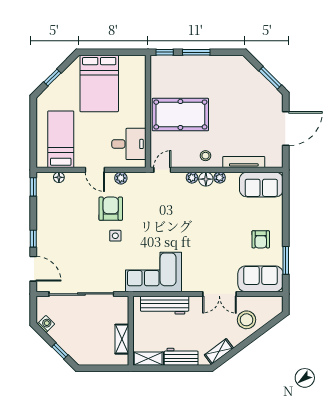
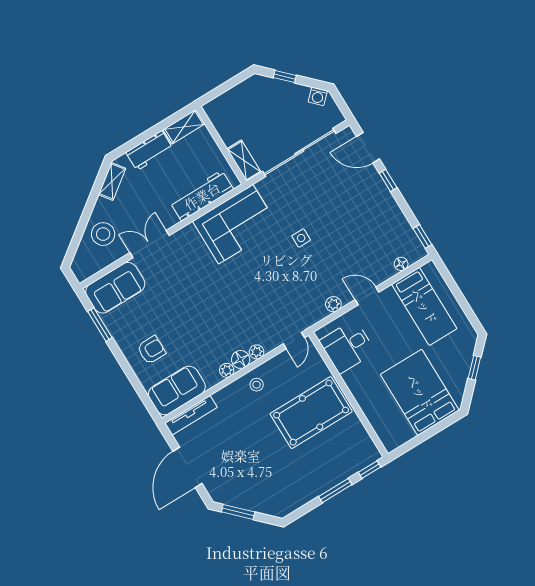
tv unit: (244, 162) -> (191, 415), moved
armchair: (111, 209) -> (324, 264), removed
armchair: (261, 239) -> (151, 350), moved, turned 90
shelving: (122, 339) -> (244, 161), moved

